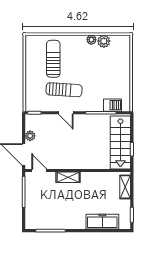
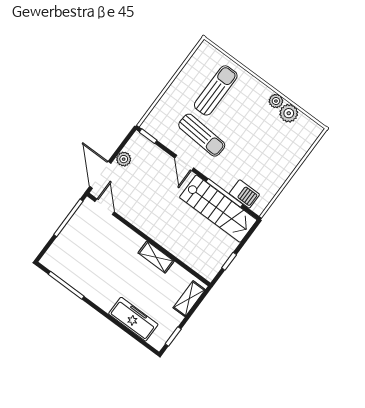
stairs: (120, 142) -> (218, 209), moved, turned -90
shelving: (68, 177) -> (156, 257), moved

